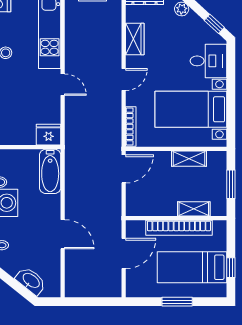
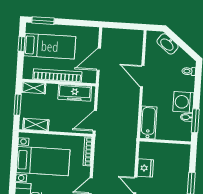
fridge: (49, 135) -> (145, 168), moved, turned -90
shelving: (189, 159) -> (36, 125), moved
freezer: (154, 206) -> (75, 93), added
shelving: (194, 209) -> (34, 88), moved
window: (177, 302) -> (43, 21), moved

